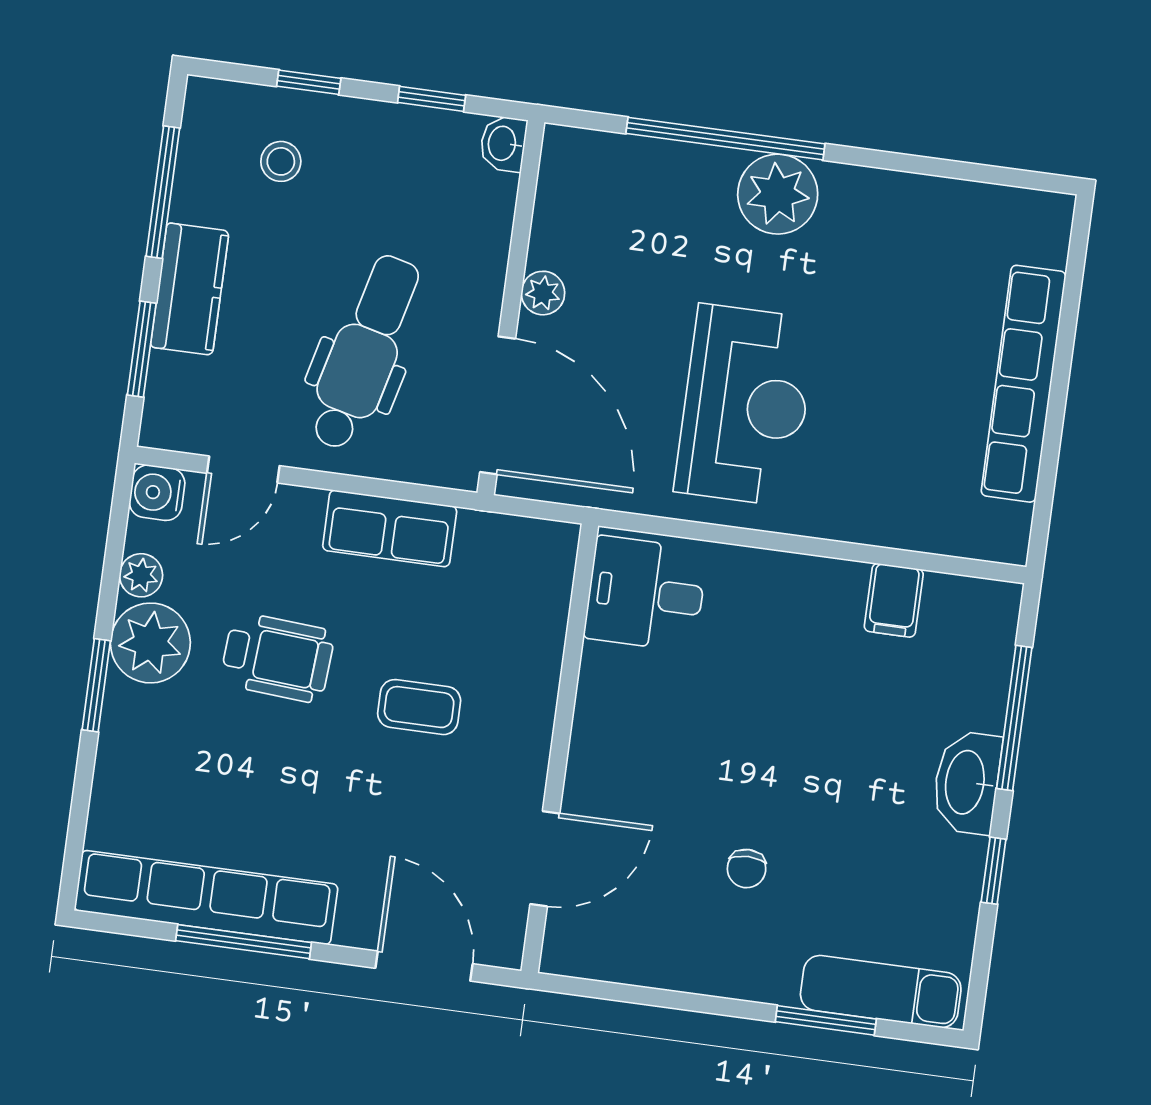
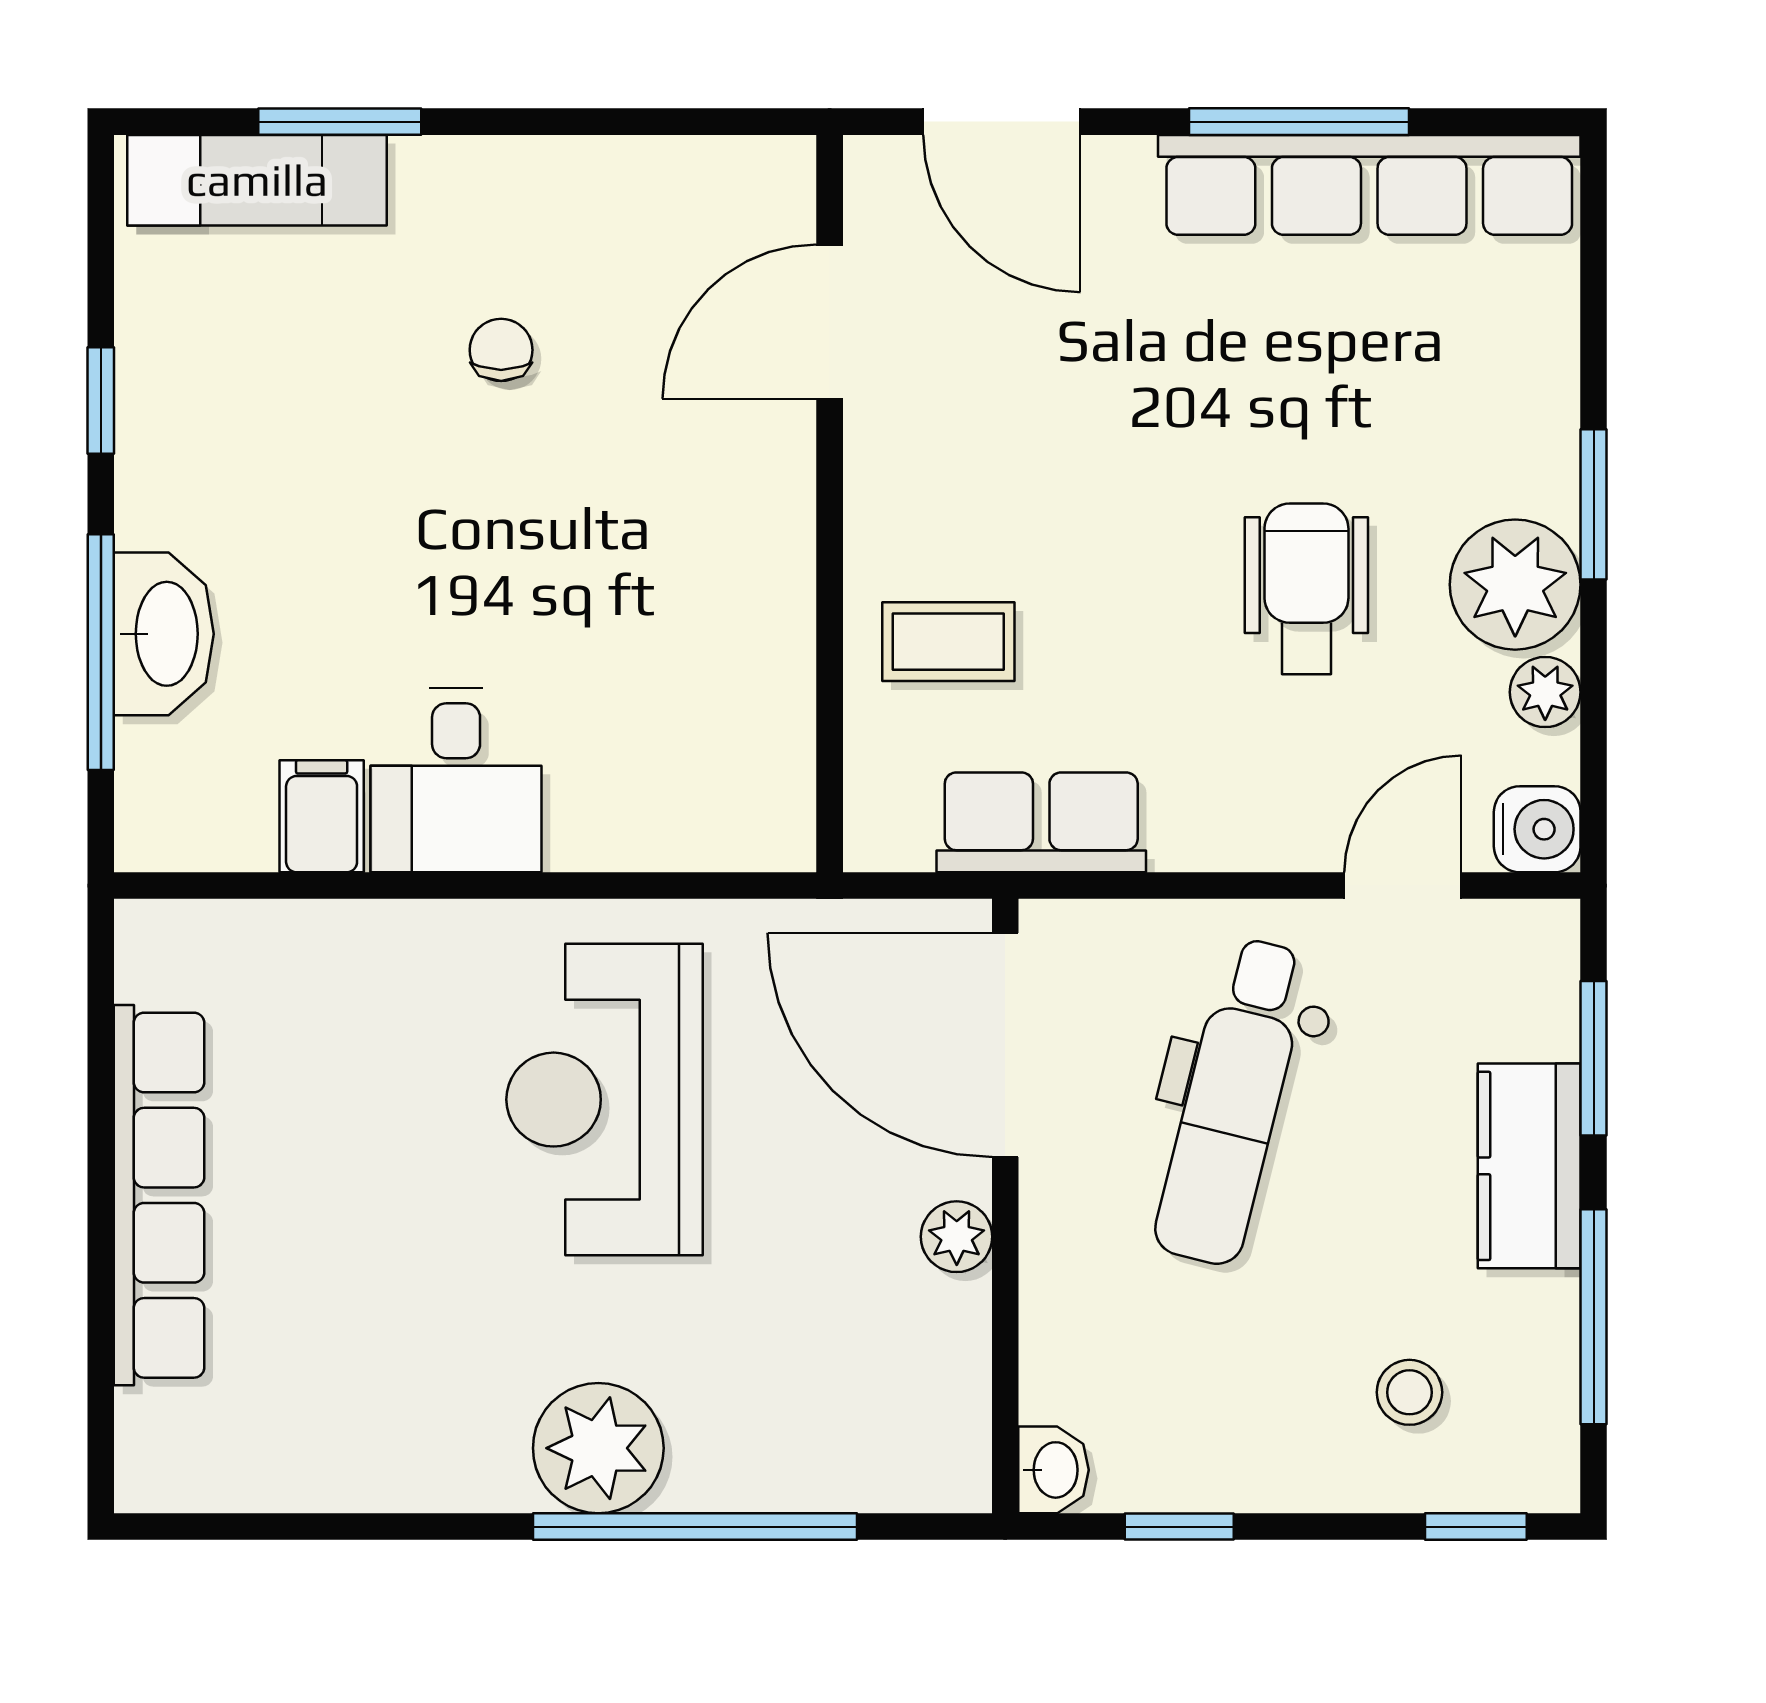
window: (309, 82) -> (1476, 1527), moved
row of seats: (390, 528) -> (1041, 822), moved
desk: (646, 594) -> (456, 780), moved, turned 90
wheelchair: (277, 658) -> (1306, 589), turned 86
coffee table: (419, 707) -> (948, 642), moved
washbasin: (967, 782) -> (164, 634), moved

